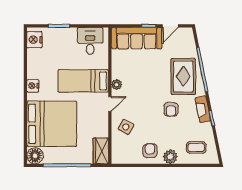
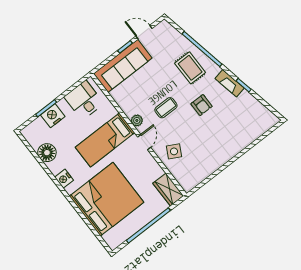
door: (170, 26) -> (144, 32), swing flipped
nightstand: (34, 40) -> (53, 116), moved, turned 90
rug: (183, 77) -> (190, 68), width x0.73, depth x0.70
coffee table: (196, 148) -> (166, 108), moved
armchair: (150, 151) -> (211, 156), removed
floor lamp: (35, 156) -> (47, 153), moved
plant: (170, 157) -> (233, 147), removed

